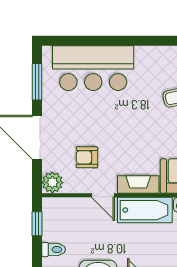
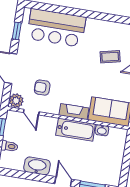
window: (37, 82) -> (17, 31), width x0.67
door: (103, 195) -> (31, 112), moved

